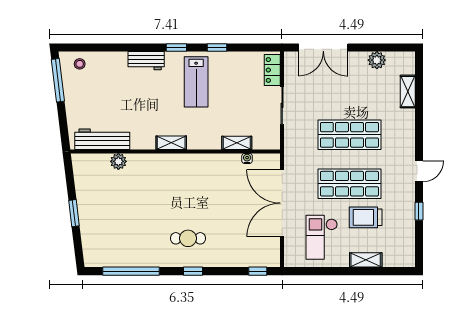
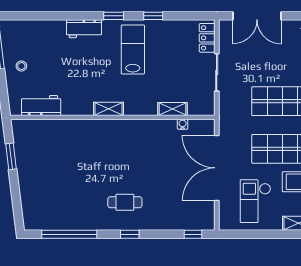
stool: (80, 64) -> (21, 66), moved
lab bench: (196, 82) -> (133, 49), turned 180
workbench: (102, 139) -> (41, 105), width x0.73
plant: (118, 161) -> (57, 127), removed
window: (74, 213) -> (11, 156), moved

